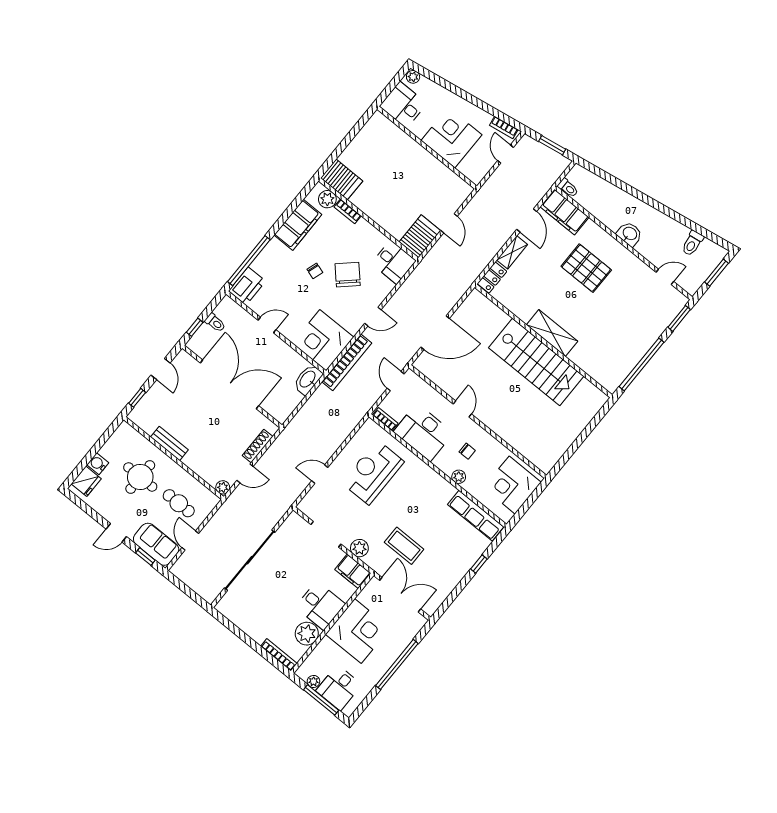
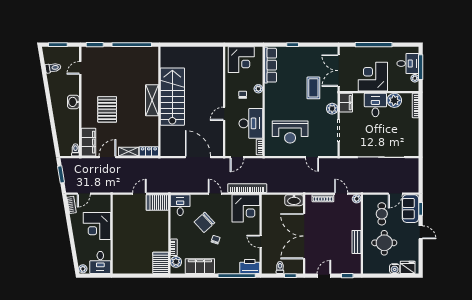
door: (665, 277) -> (80, 68), hinge flipped
washbasin: (308, 379) -> (294, 200), moved

